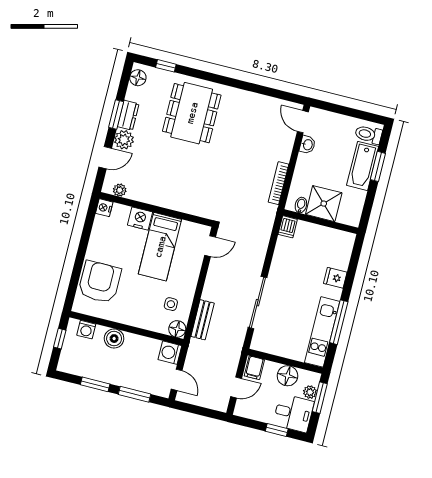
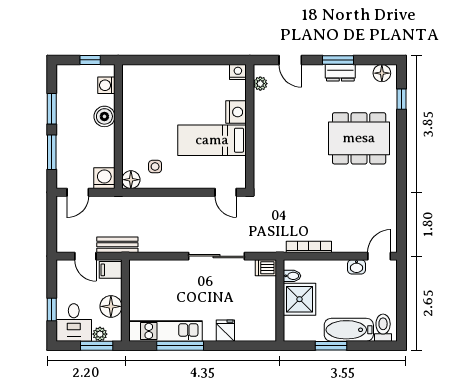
plant: (124, 140) -> (314, 75), removed
window: (378, 166) -> (331, 346), moved
armchair: (100, 282) -> (160, 87), removed
sliding door: (257, 303) -> (217, 256), moved
bench: (203, 320) -> (117, 245), moved

